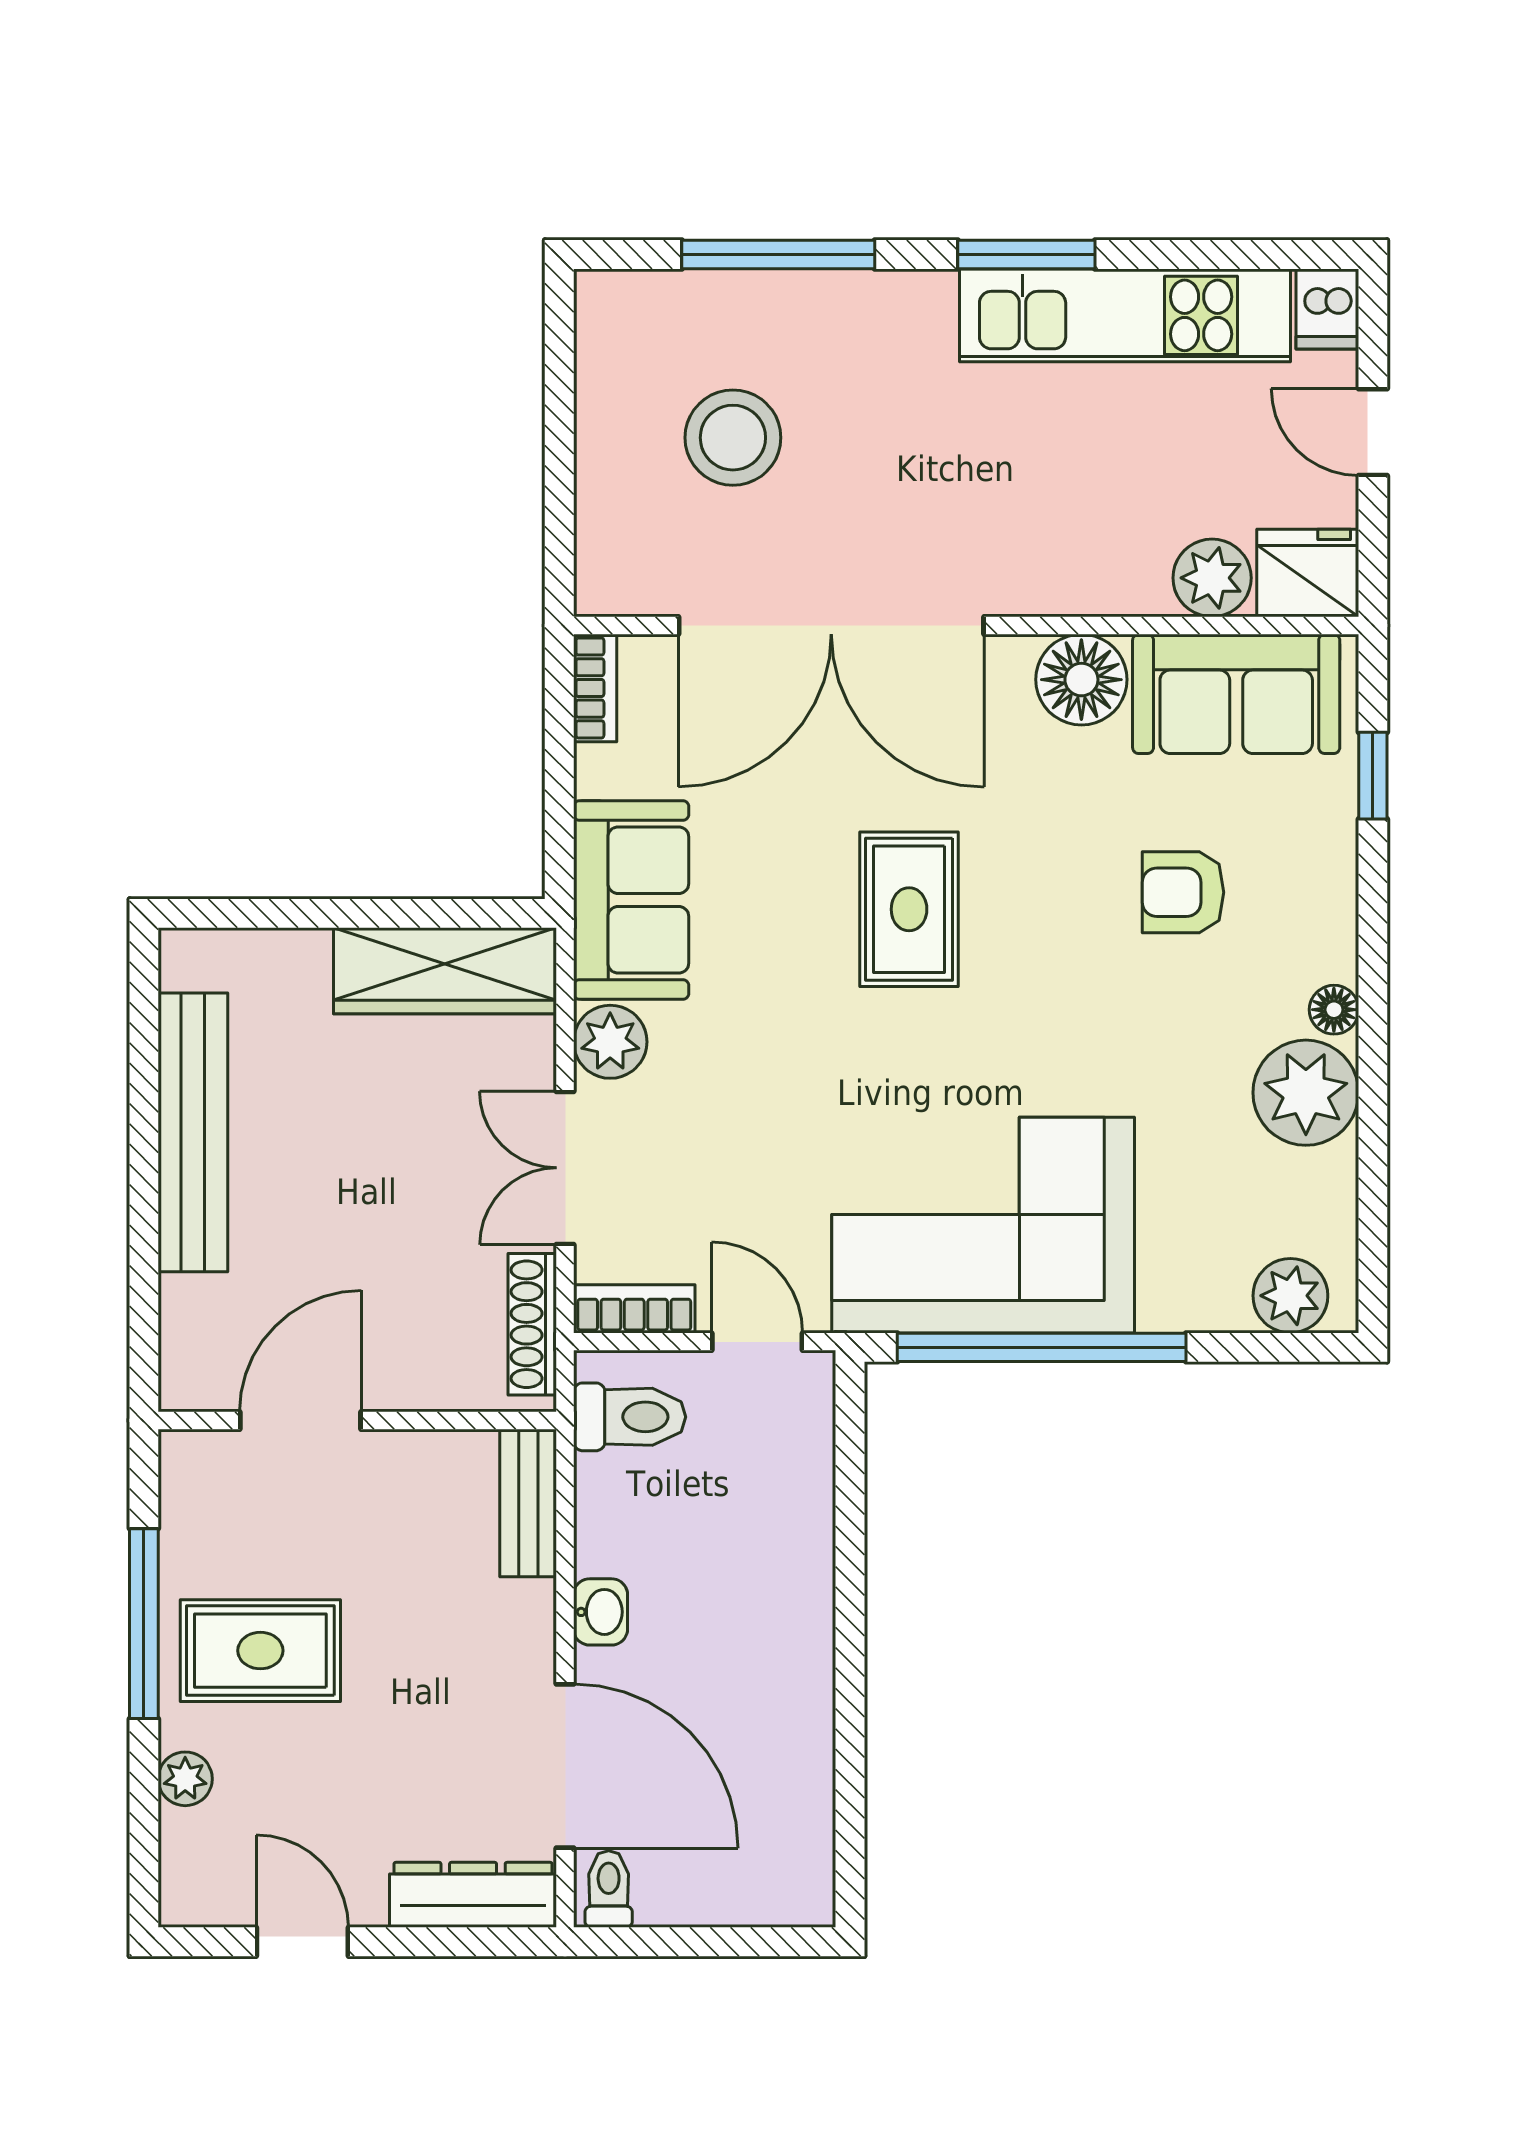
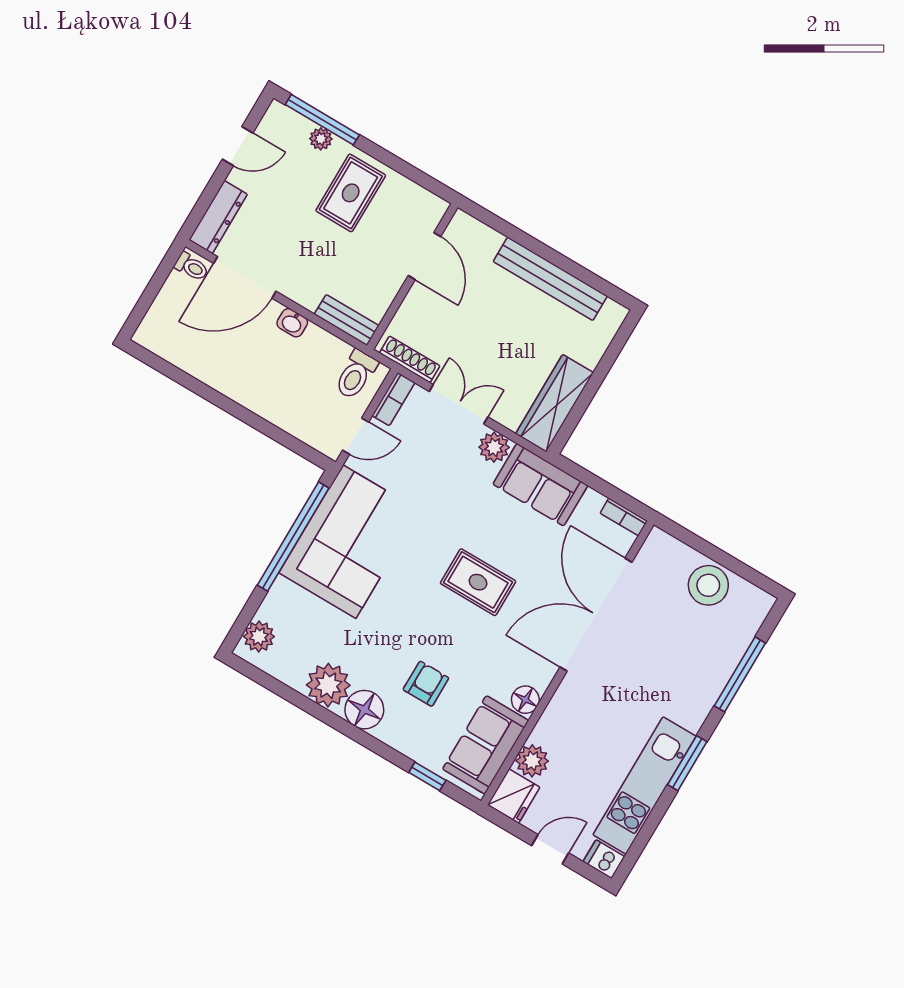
stool: (733, 438) -> (708, 585), moved
floor lamp: (1081, 680) -> (525, 700), width x0.73, depth x0.73
floor lamp: (1334, 1010) -> (364, 710), width x1.89, depth x1.89
window: (144, 1624) -> (322, 120), moved

